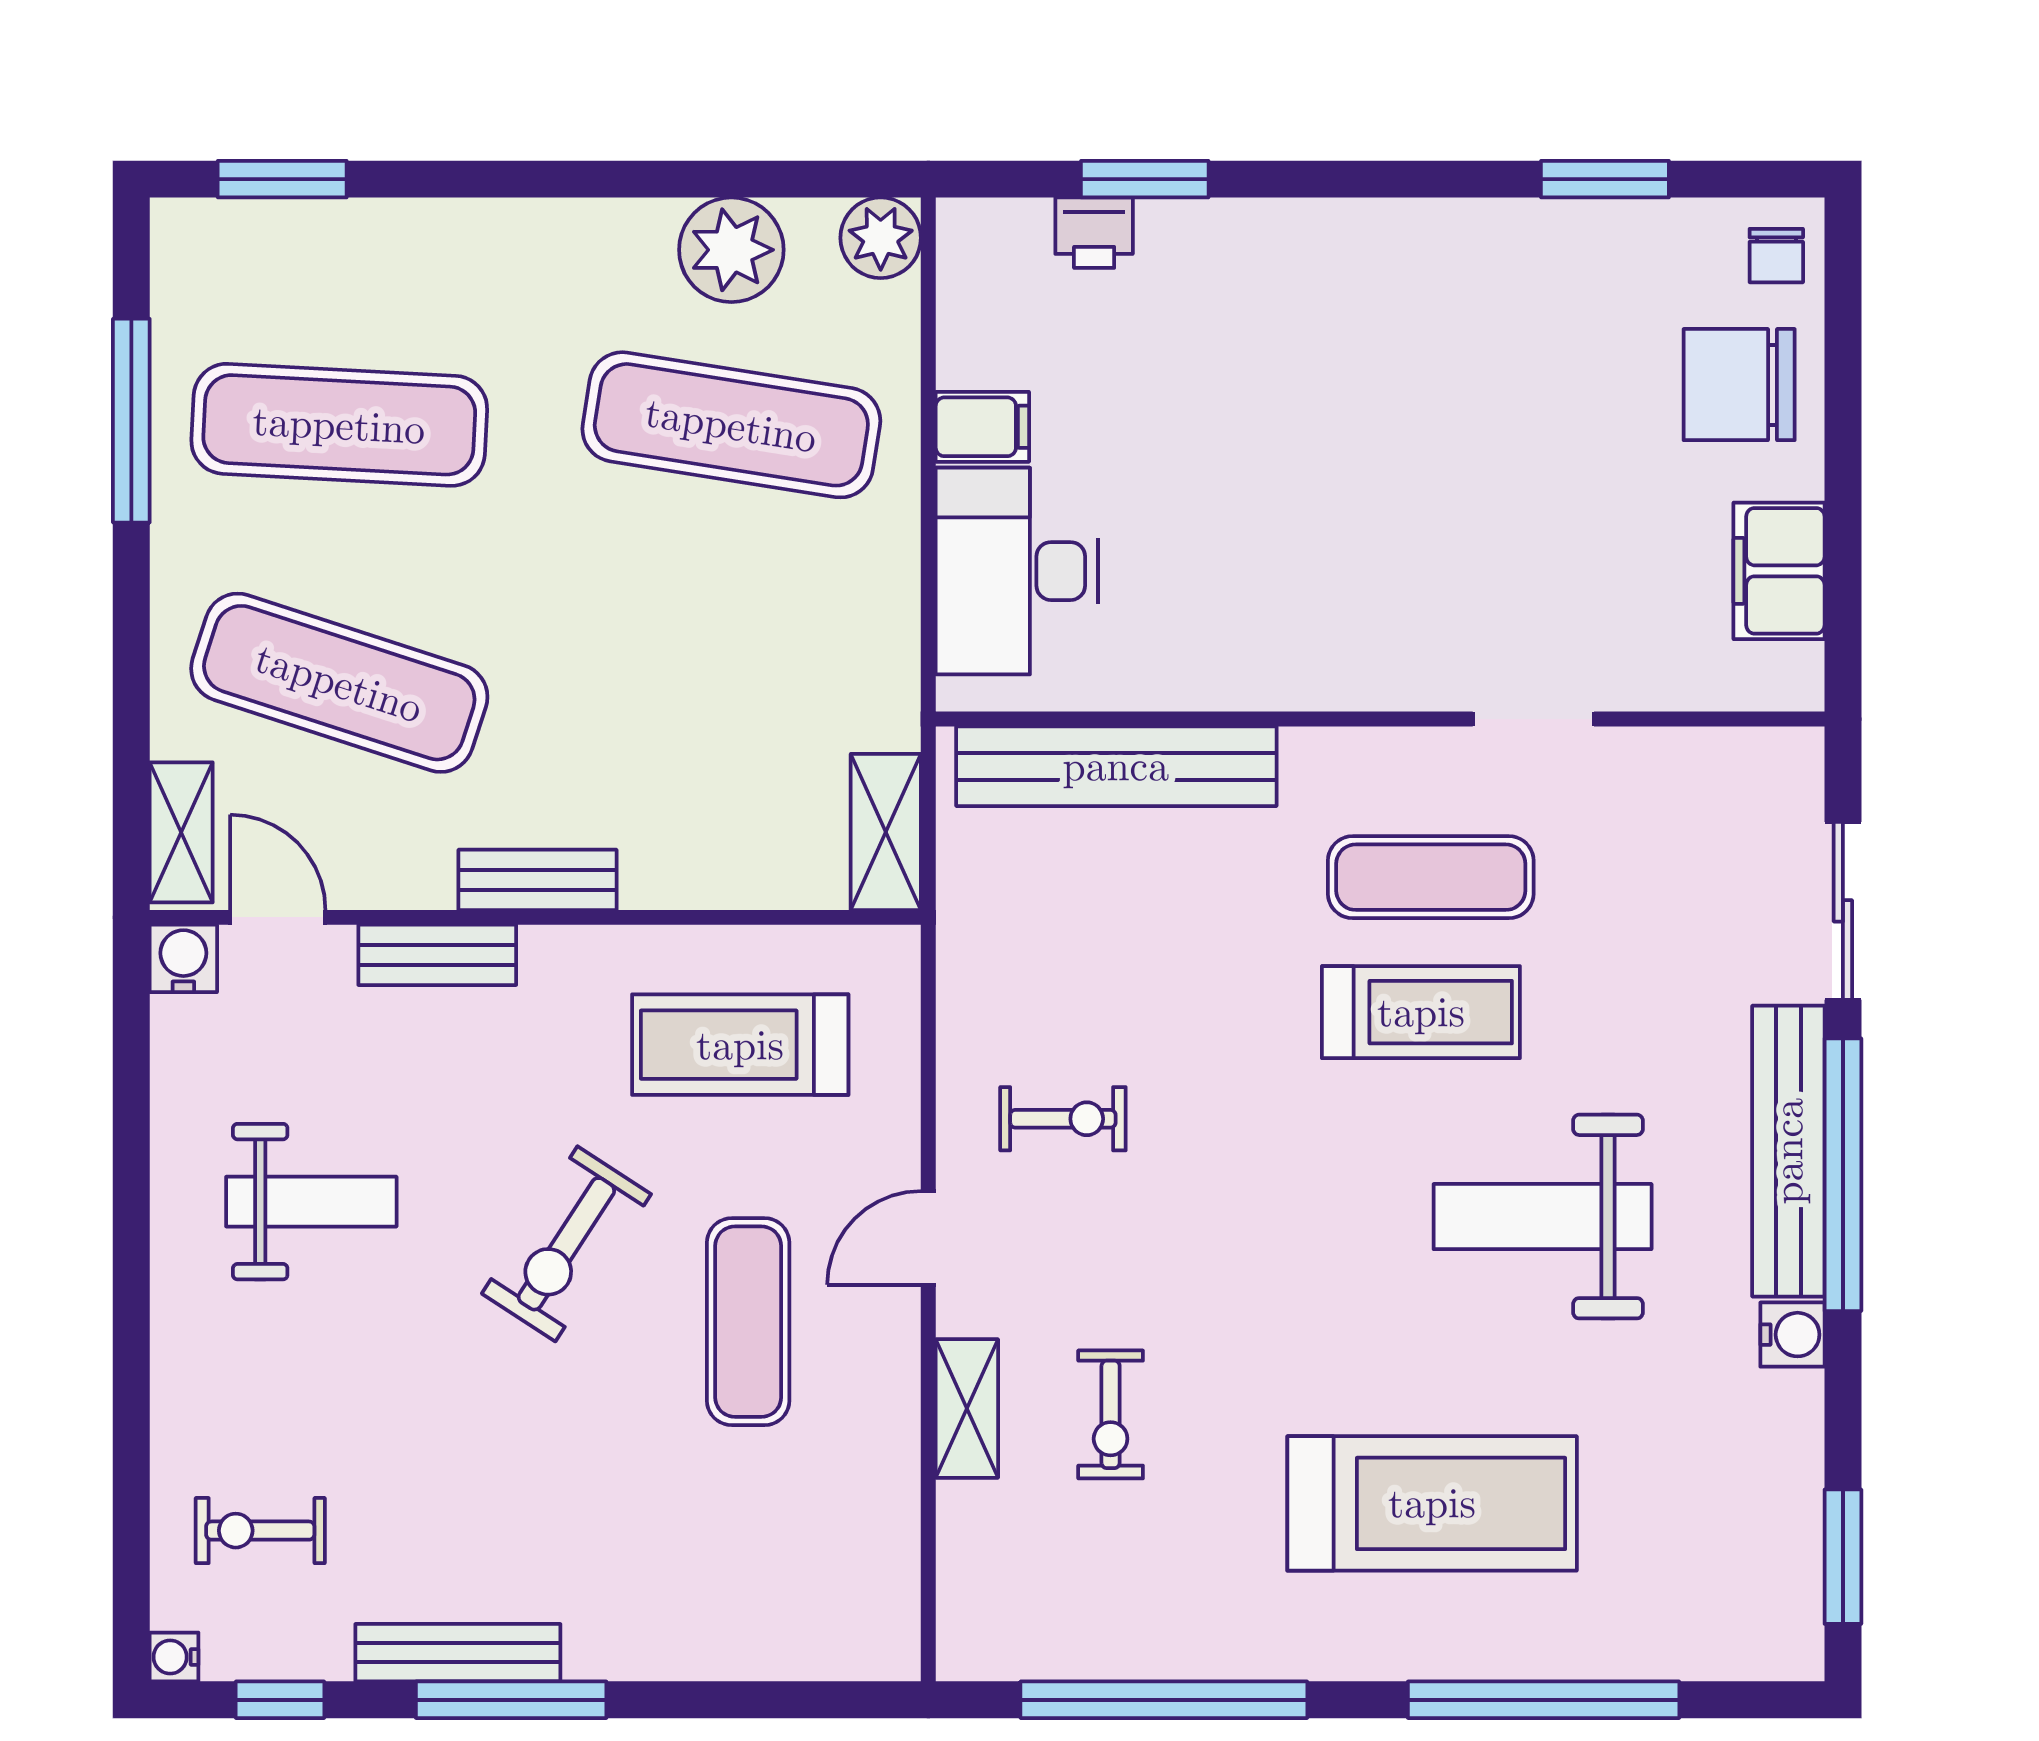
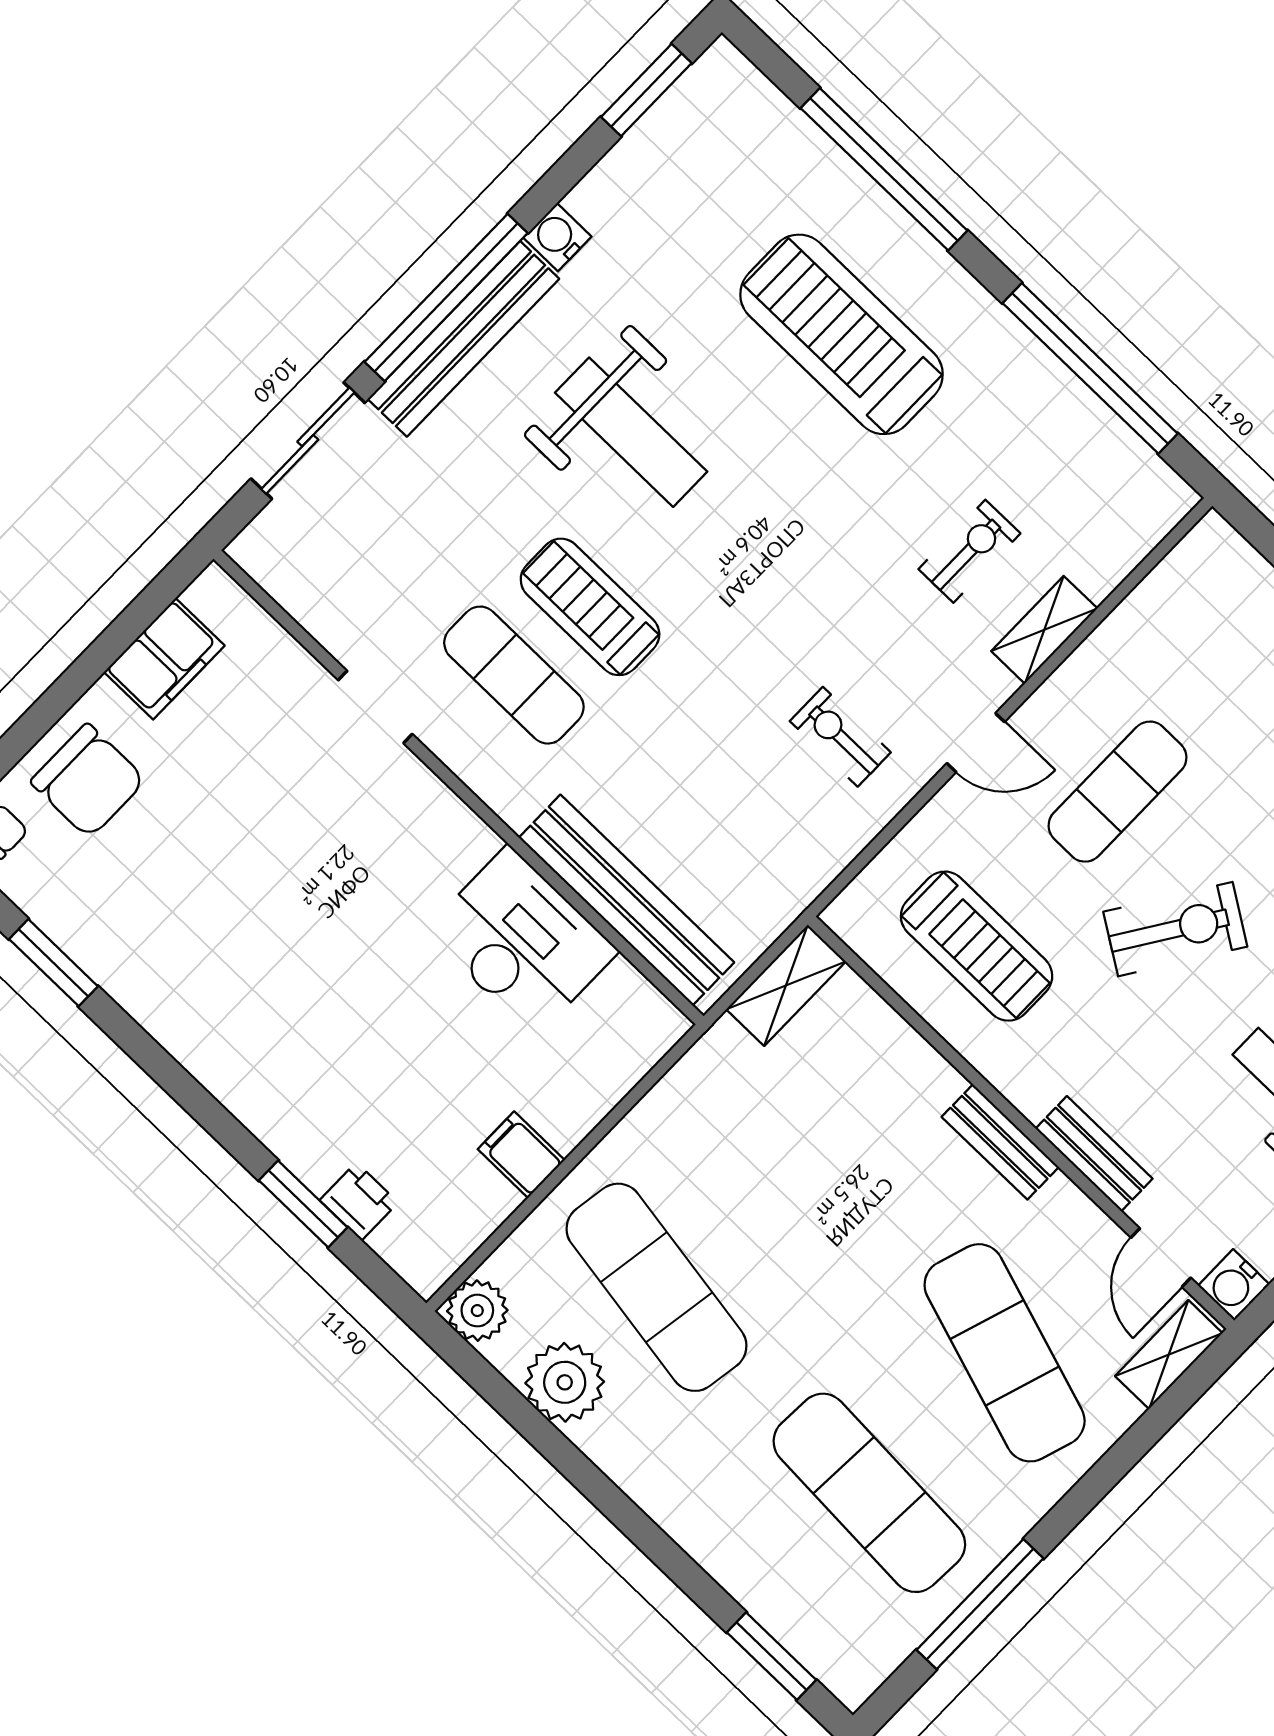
desk: (1017, 571) -> (521, 941), moved, turned -90

